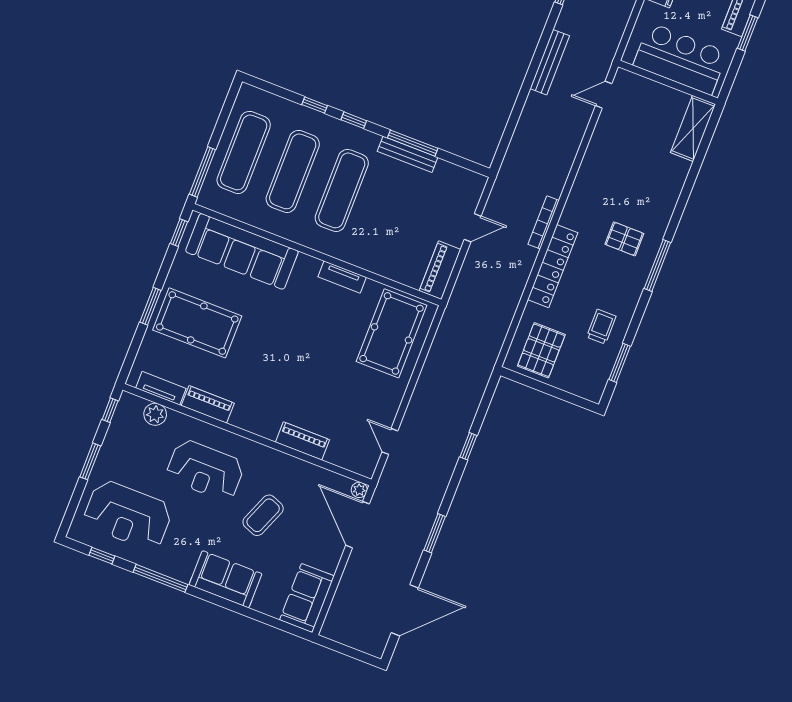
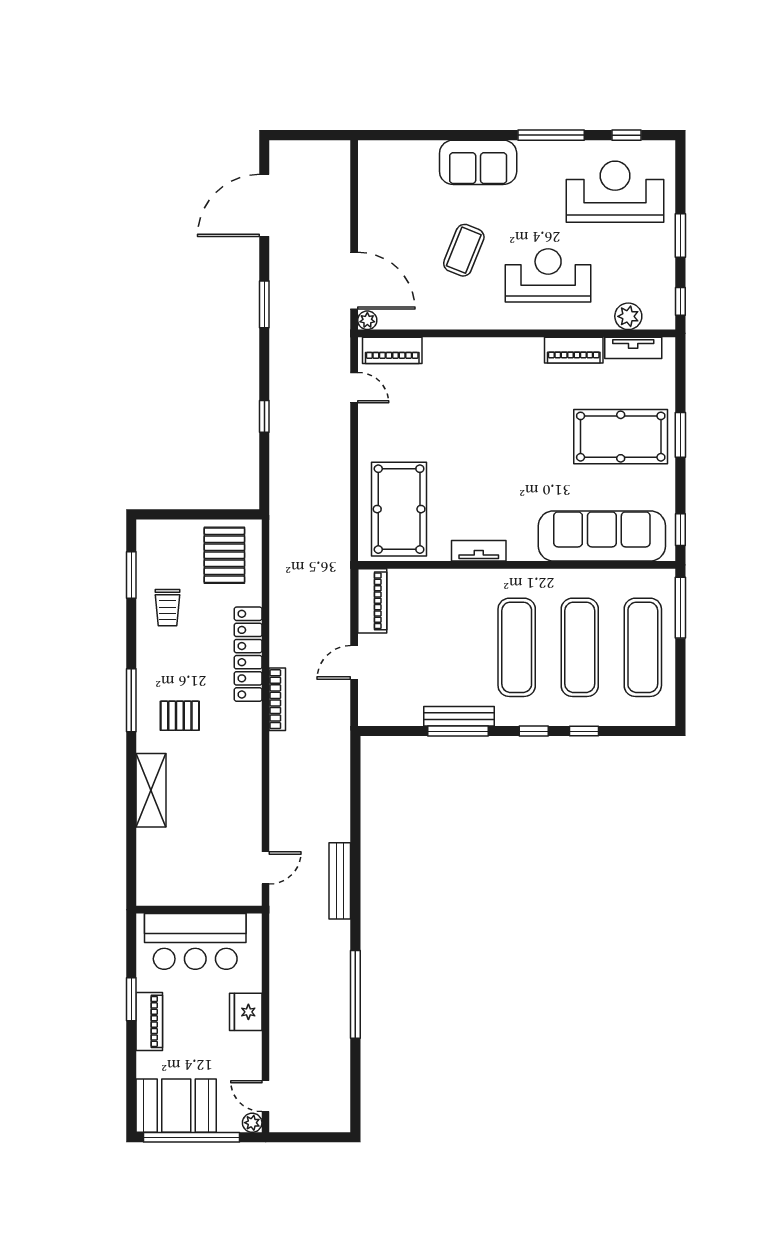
shelving: (693, 128) -> (151, 790), moved
piano: (303, 441) -> (392, 350), moved
sofa: (307, 598) -> (379, 177), removed

